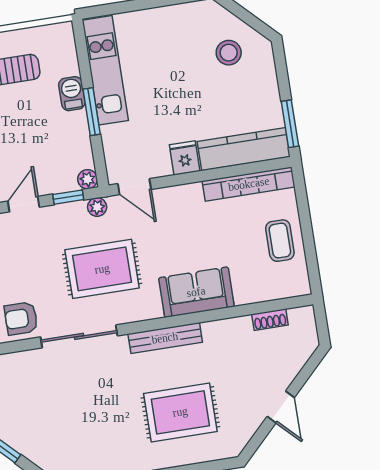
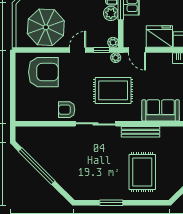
plant: (75, 126) -> (111, 13), added
fridge: (185, 158) -> (159, 37), width x1.88, depth x1.34
rug: (180, 412) -> (142, 172), turned 90

